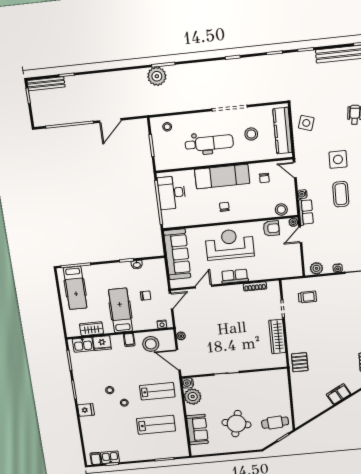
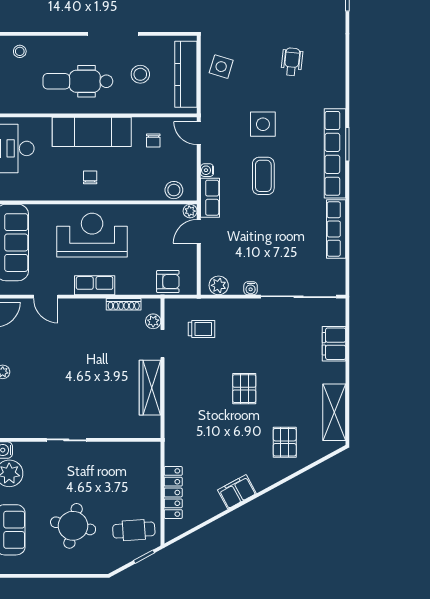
dental chair: (209, 143) -> (78, 81), turned 180
armchair: (271, 228) -> (168, 281), moved
door: (203, 287) -> (46, 297), swing flipped
plant: (275, 295) -> (153, 321), added
pallet: (300, 362) -> (244, 389), moved
locker: (298, 398) -> (173, 492), added

